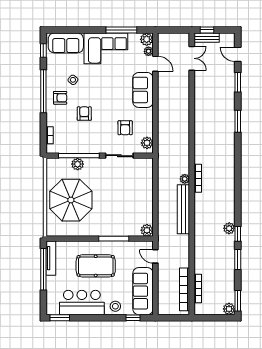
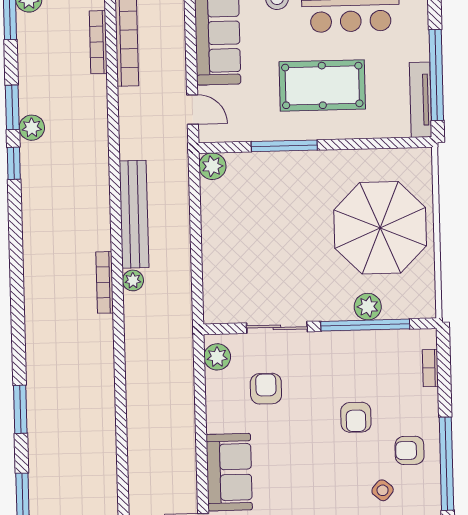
plant: (229, 228) -> (32, 128), moved

